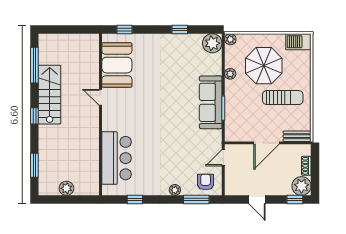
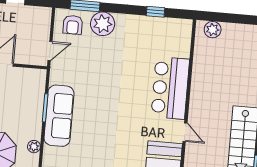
bar counter: (117, 158) -> (170, 88), moved
plant: (66, 188) -> (213, 30), moved
plant: (175, 190) -> (103, 24), width x1.88, depth x1.88

